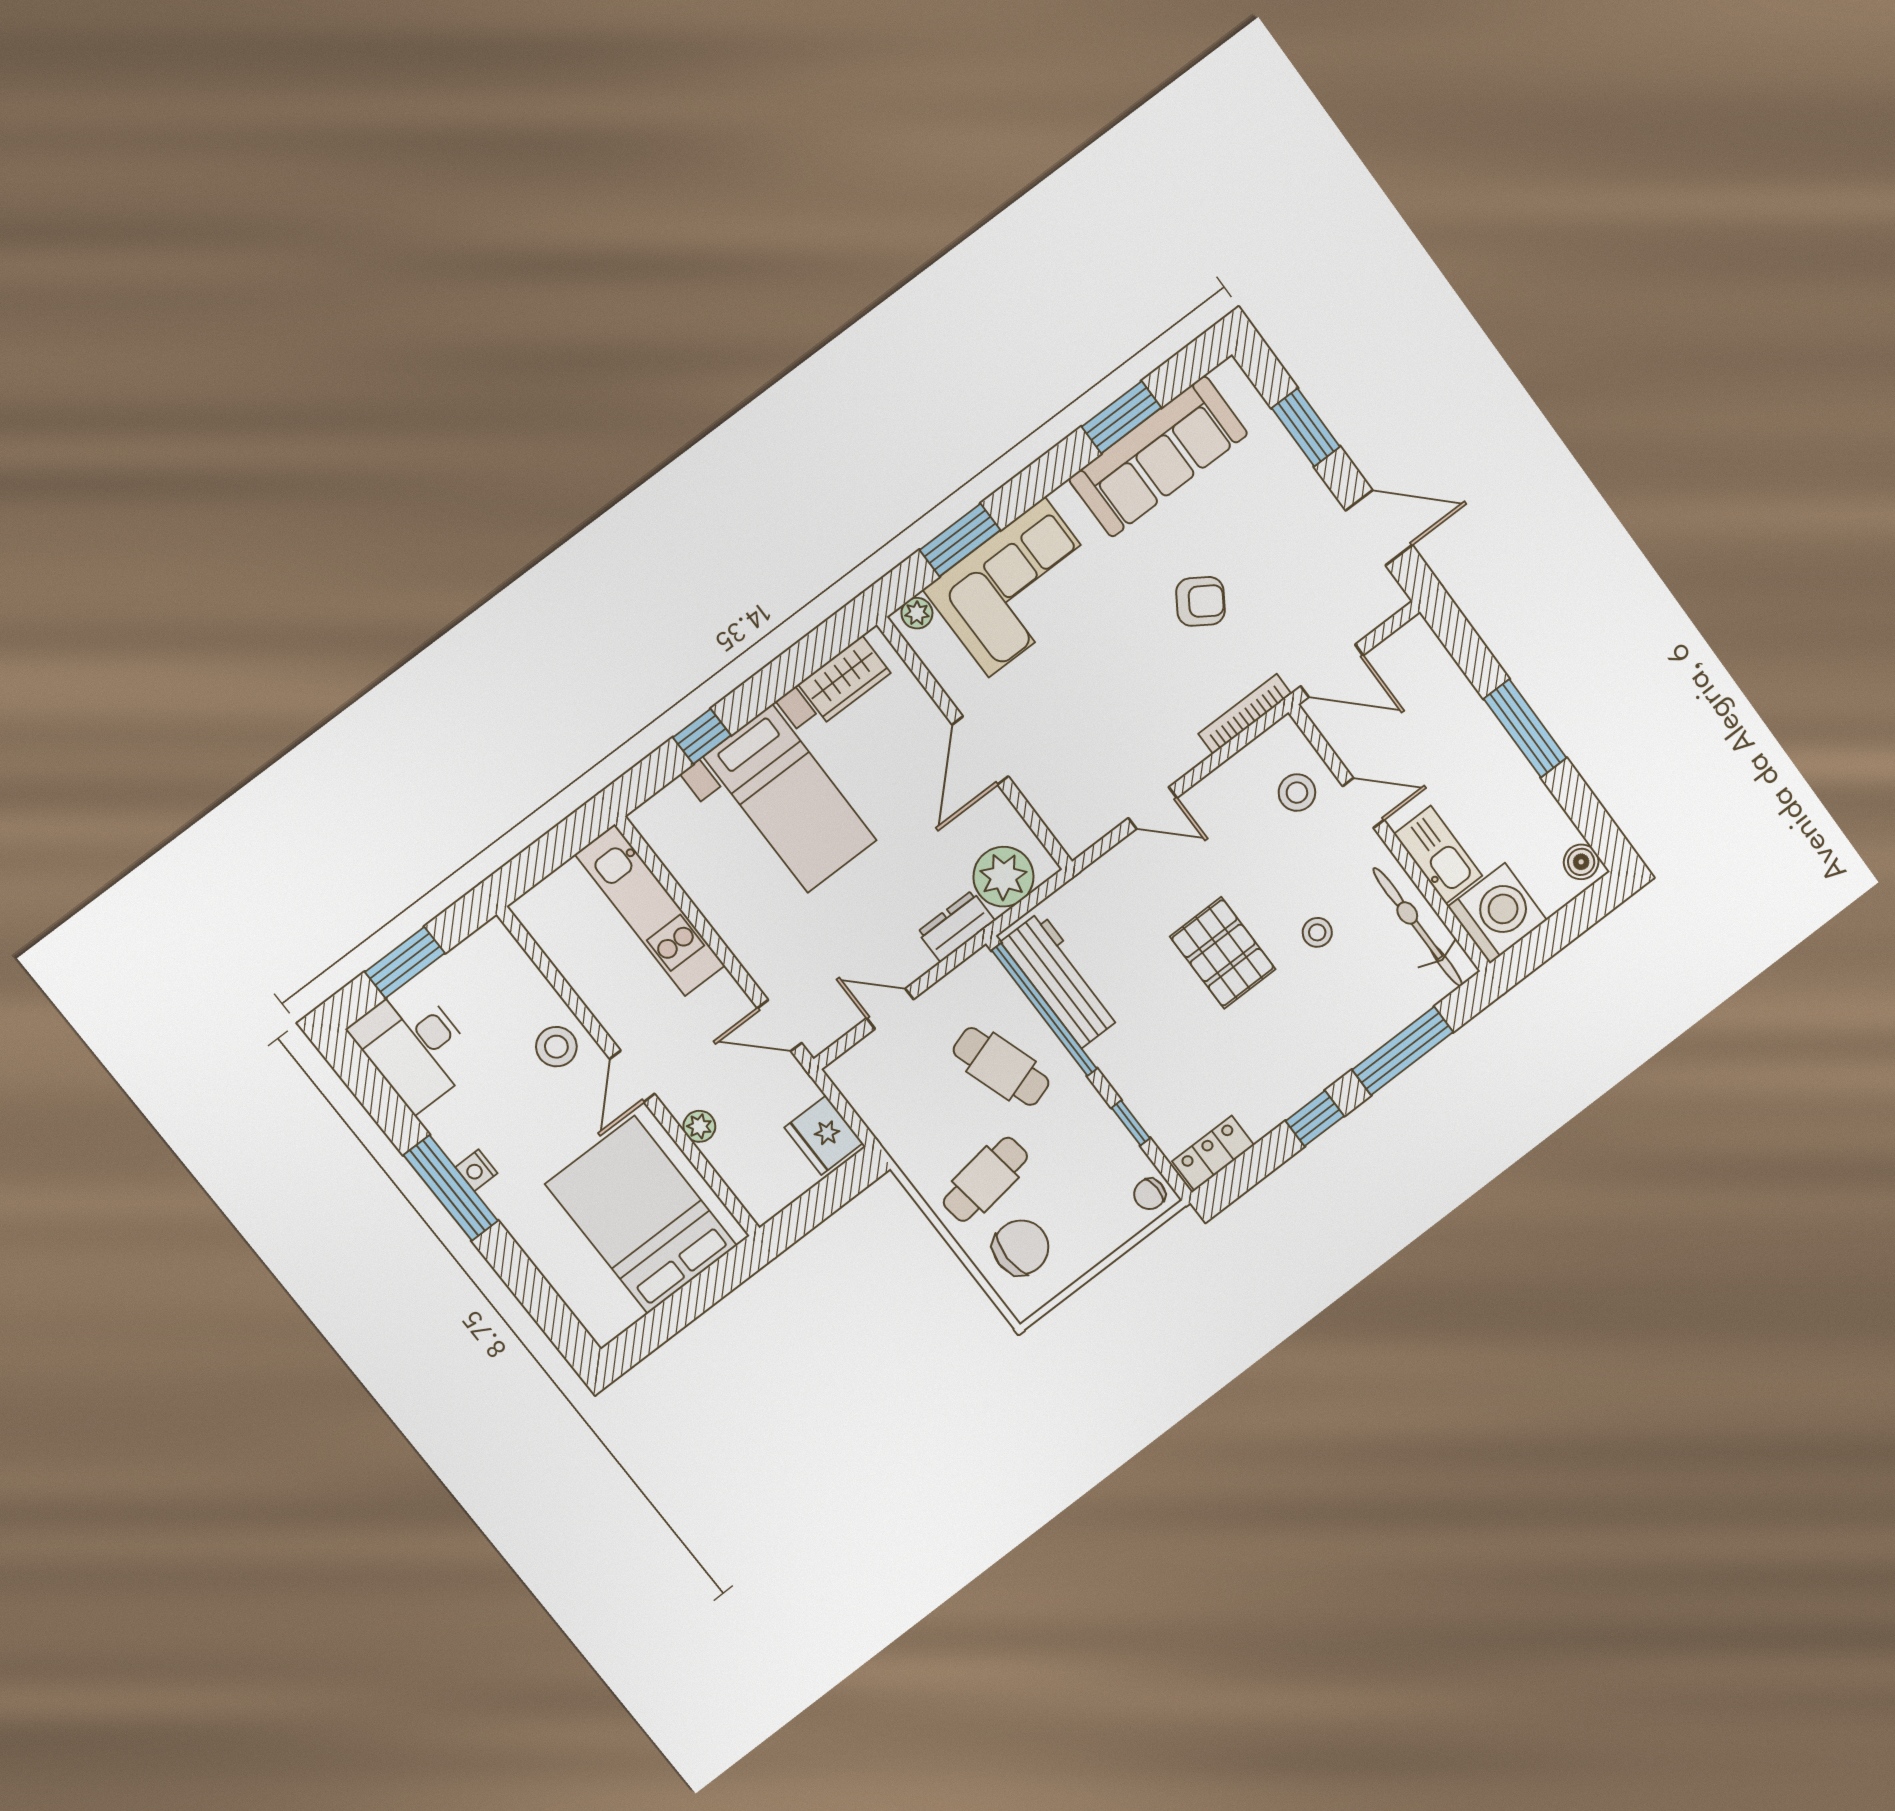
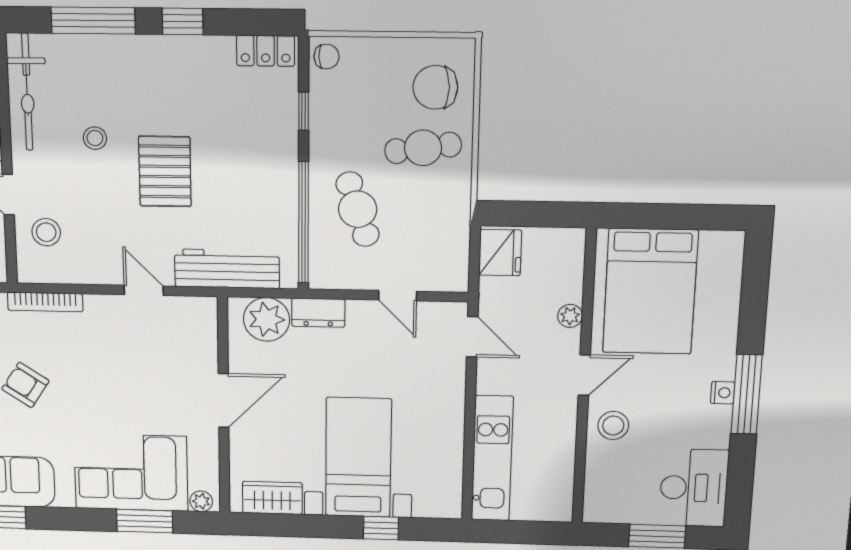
workbench: (1061, 980) -> (227, 269), moved, turned 90

